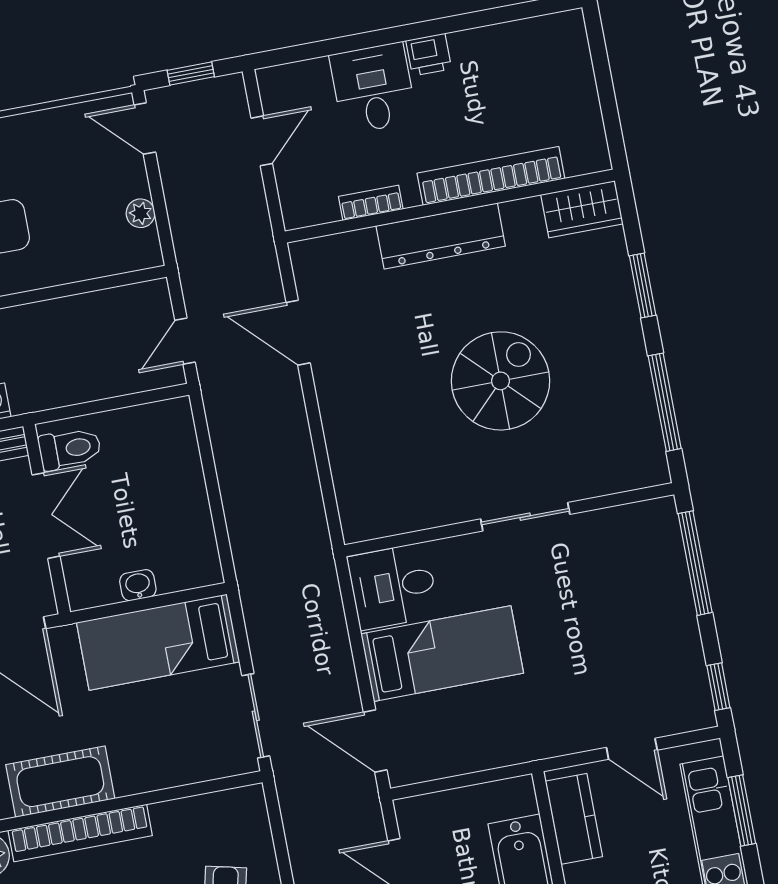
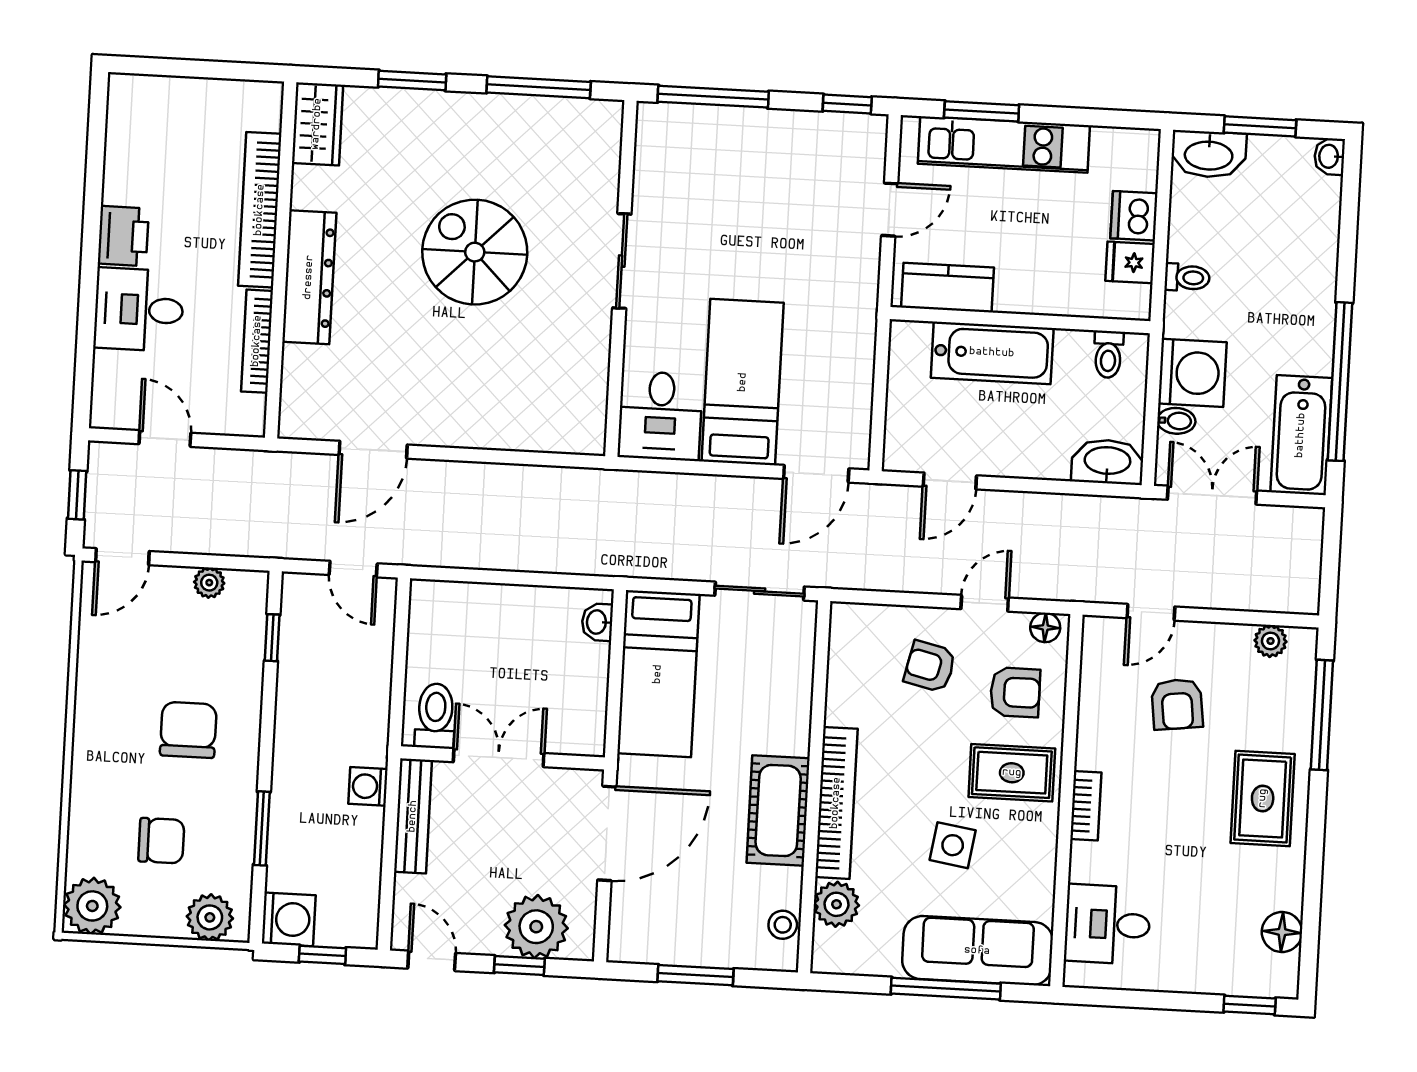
printer: (429, 55) -> (123, 236), width x1.36, depth x1.24
bookcase: (371, 203) -> (257, 341), width x1.56
window: (105, 283) -> (272, 638), added
washbasin: (138, 585) -> (597, 622), moved

